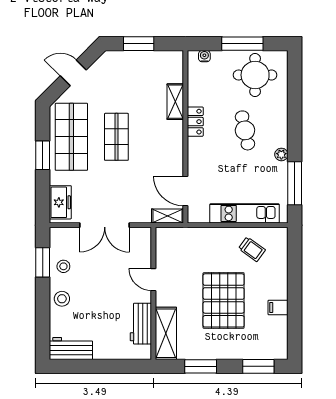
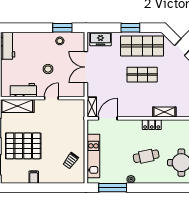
stool: (62, 299) -> (48, 69), moved
pallet: (224, 300) -> (23, 146), moved

